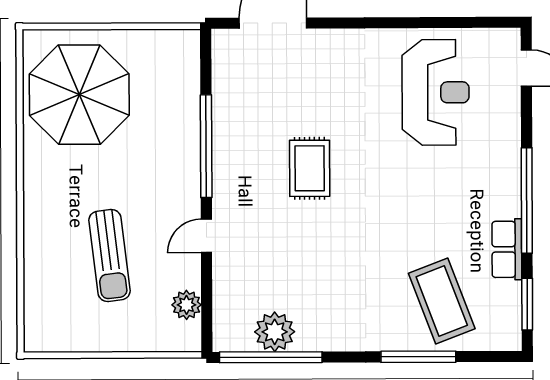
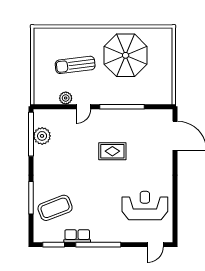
reception desk: (436, 92) -> (145, 206), turned 180
parasol: (79, 95) -> (126, 55), moved
door: (206, 236) -> (83, 107), swing flipped
plant: (186, 305) -> (66, 98), moved

